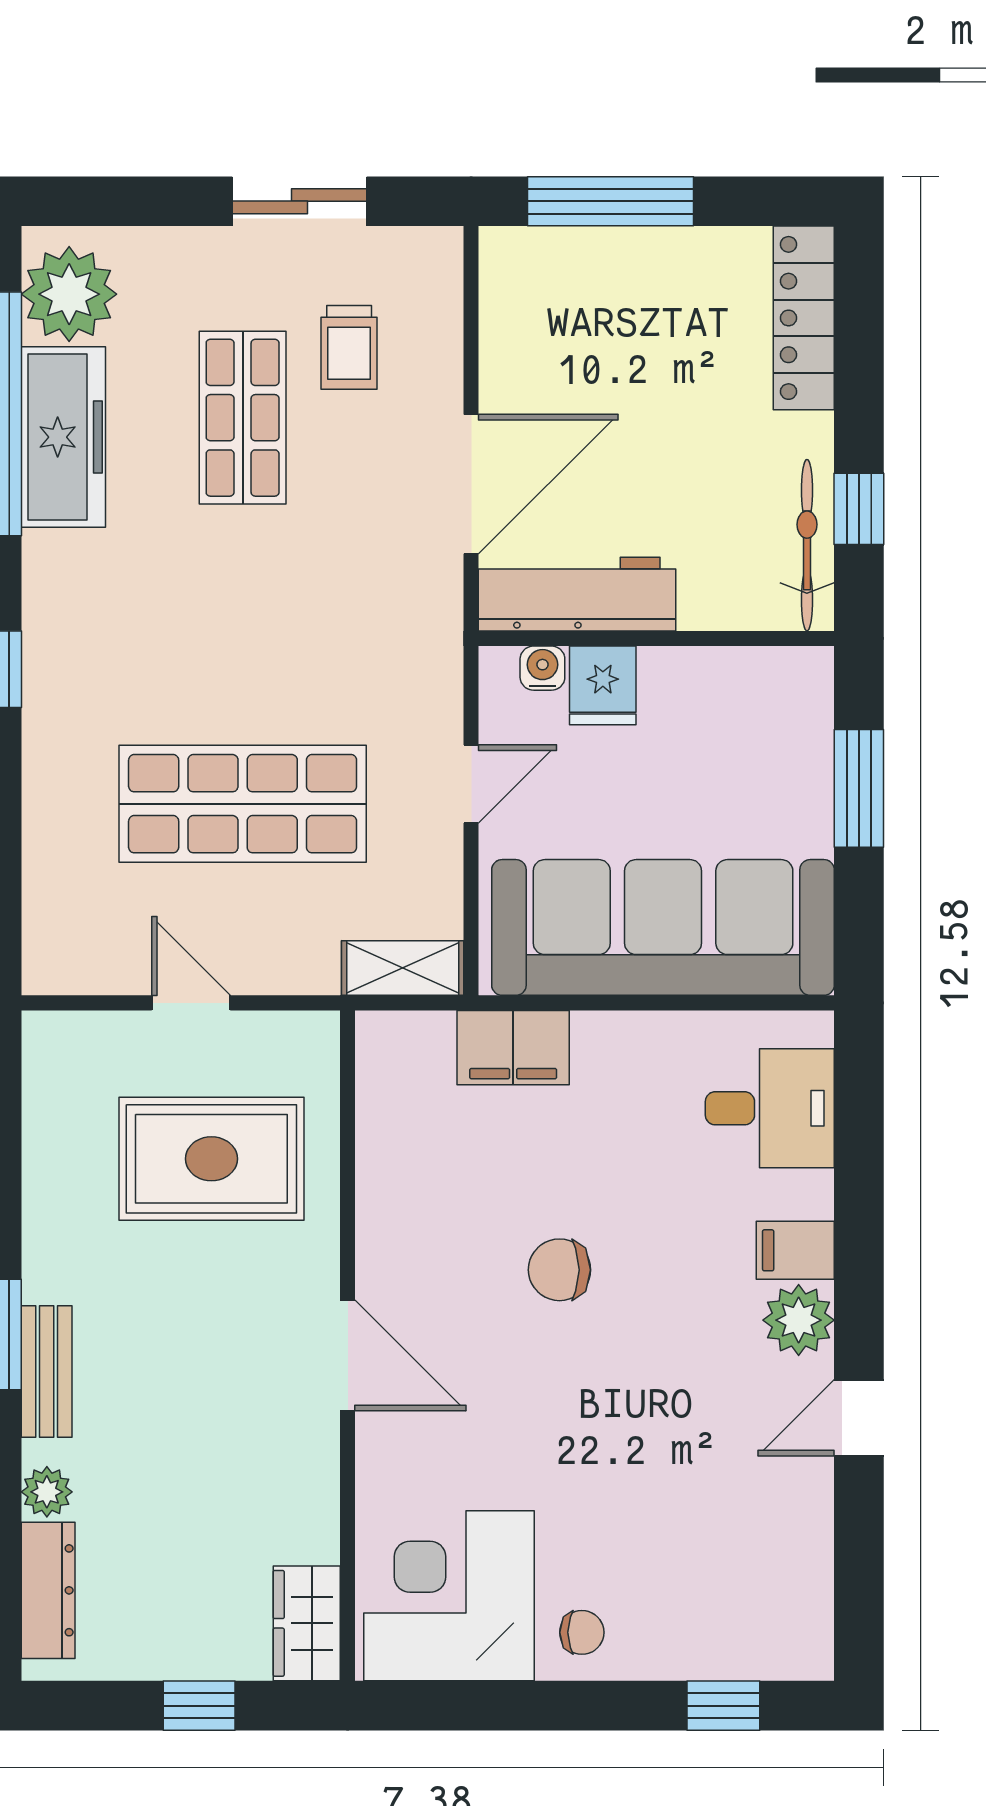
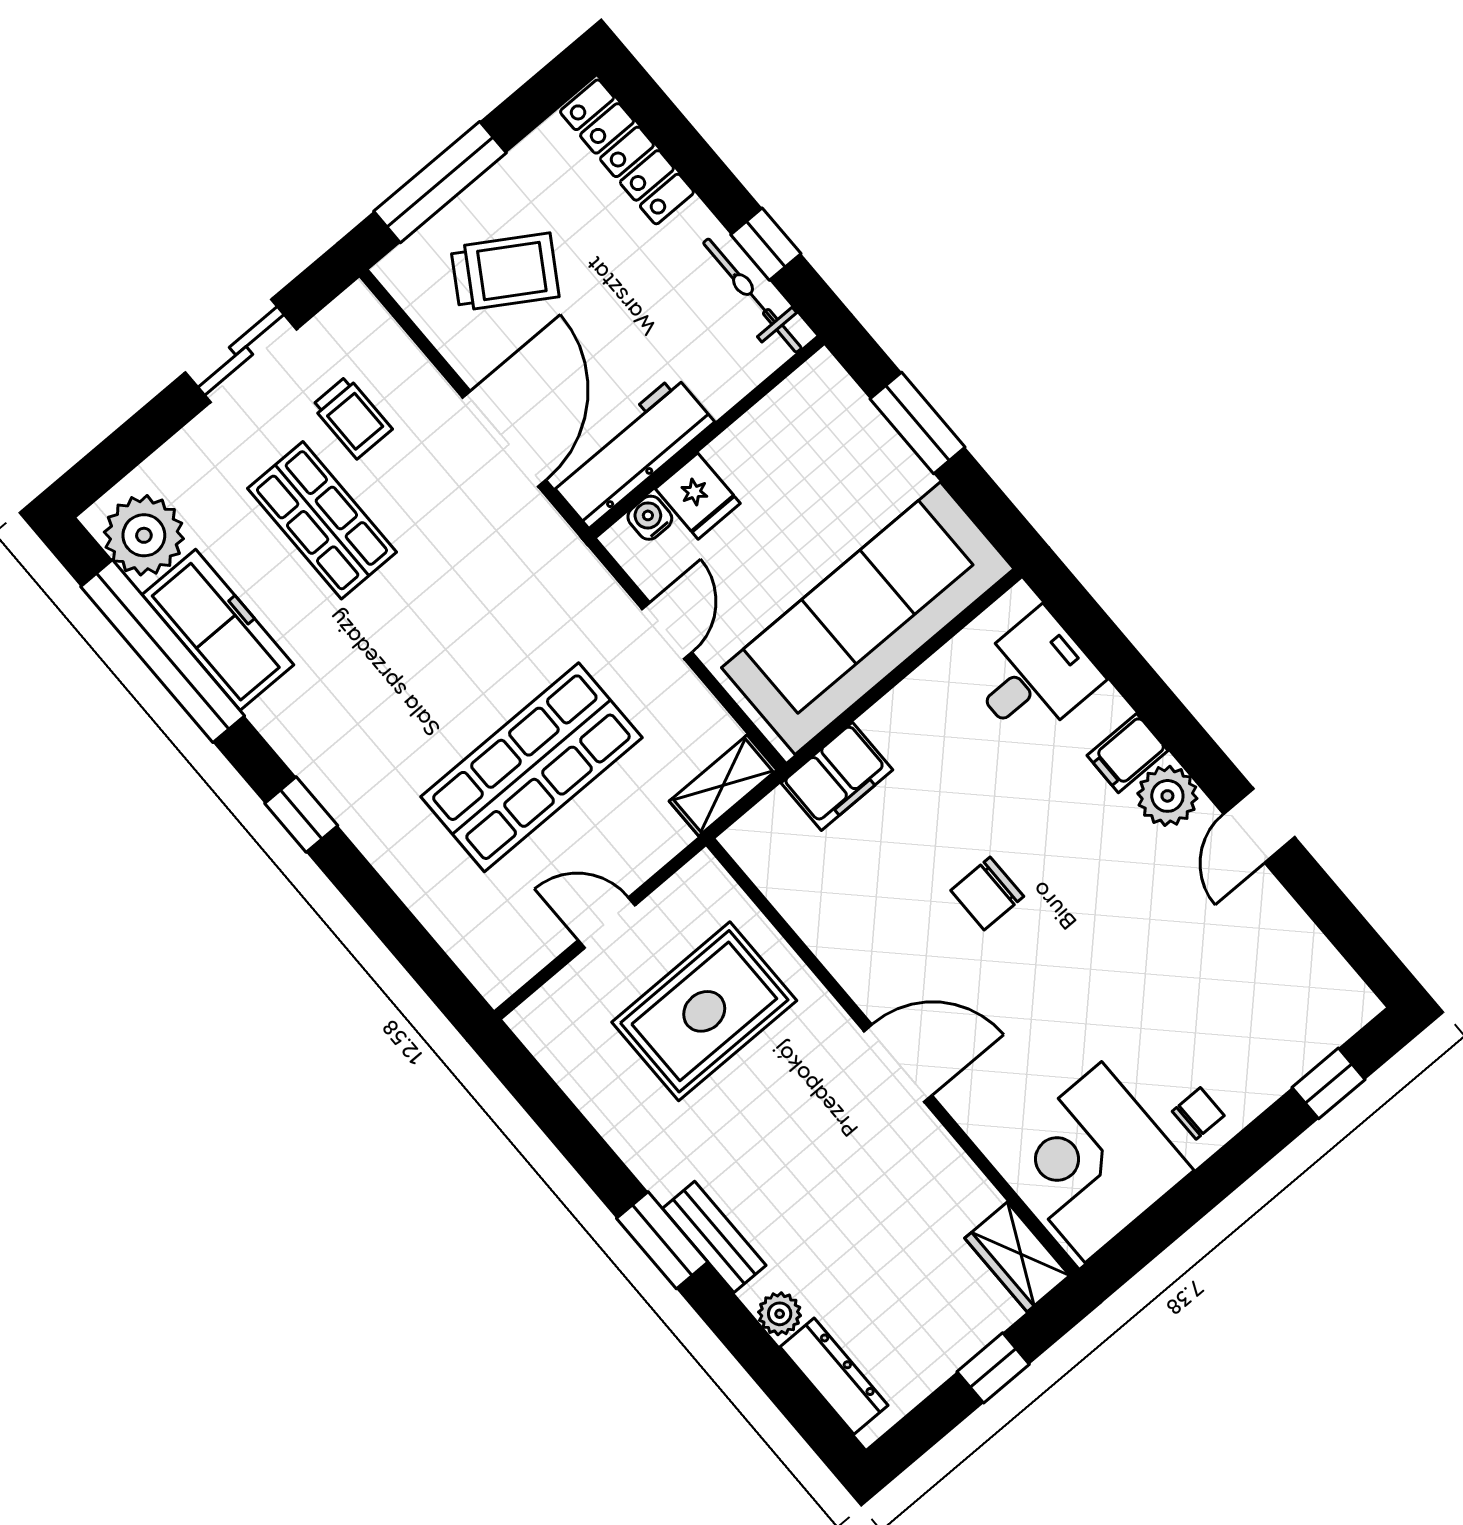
trolley: (600, 333) -> (505, 272), added

